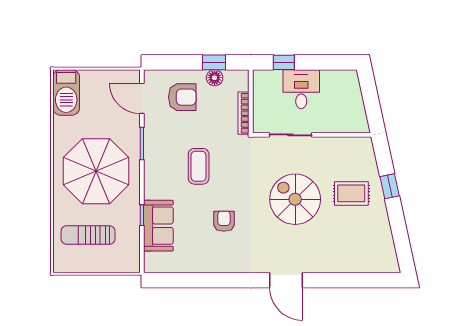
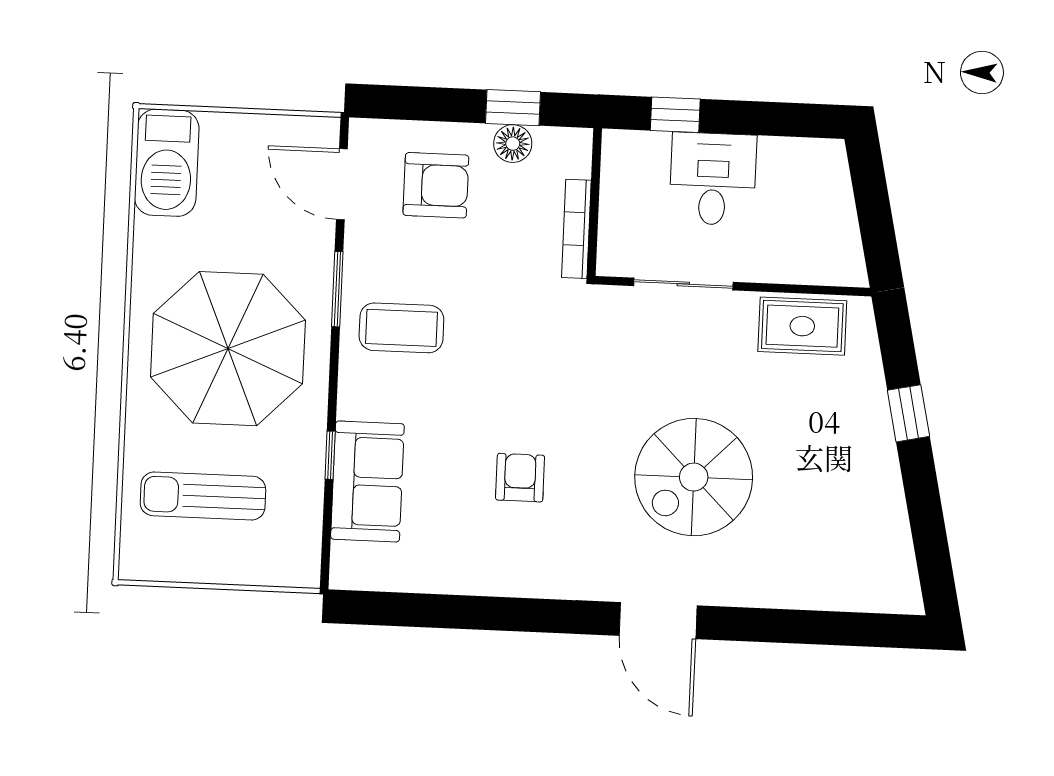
coffee table: (199, 166) -> (401, 328), moved, turned 90
rug: (351, 193) -> (802, 326), moved
spiral stairs: (295, 199) -> (694, 477), moved, turned -90

